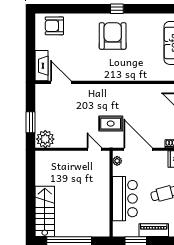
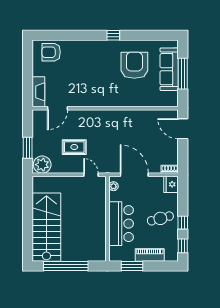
armchair: (113, 36) -> (134, 65), moved
door: (61, 82) -> (58, 108), swing flipped
rug: (111, 124) -> (74, 147), moved
stairs: (45, 211) -> (46, 227), width x1.36, depth x1.51

